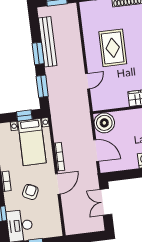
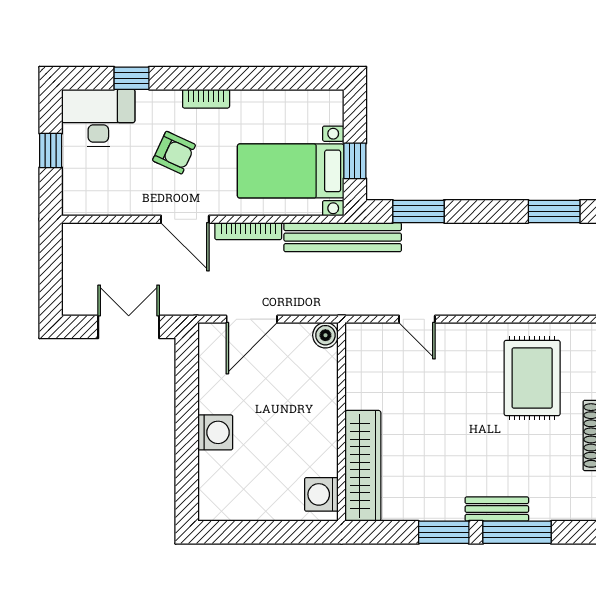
bench: (48, 42) -> (343, 237), moved
rug: (113, 48) -> (532, 378), moved, turned 90
window: (38, 53) -> (554, 211), moved
boiler: (104, 123) -> (325, 335), width x0.54, depth x0.54

